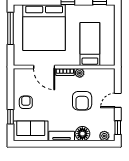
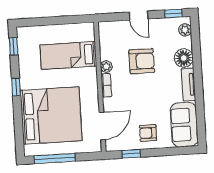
door: (44, 67) -> (102, 126), moved
window: (10, 117) -> (131, 154), moved

